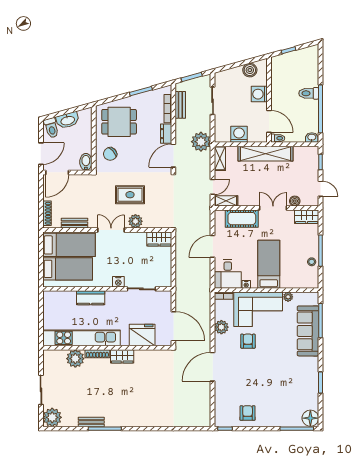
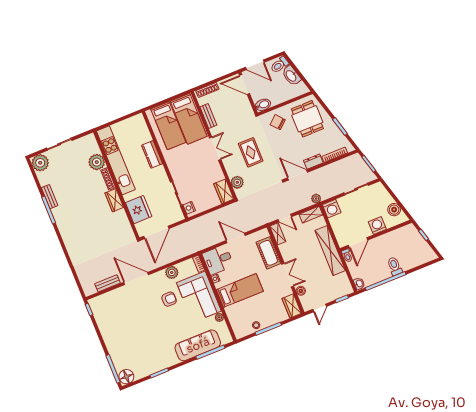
bench: (180, 105) -> (107, 283), moved
washing machine: (239, 134) -> (332, 209), moved, turned 90
plant: (201, 142) -> (316, 199), width x0.53, depth x0.53
plant: (135, 221) -> (237, 182), moved
nightstand: (118, 282) -> (189, 208), moved
armchair: (248, 413) -> (109, 323), removed

